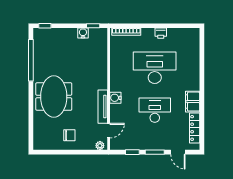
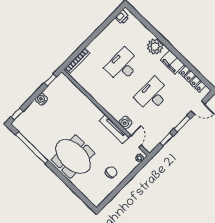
water cooler: (83, 33) -> (42, 99), moved
printer: (161, 33) -> (122, 17), moved
desk: (155, 68) -> (122, 65), width x0.73, depth x0.77
plant: (191, 78) -> (155, 47), added
water cooler: (115, 98) -> (125, 123), moved

